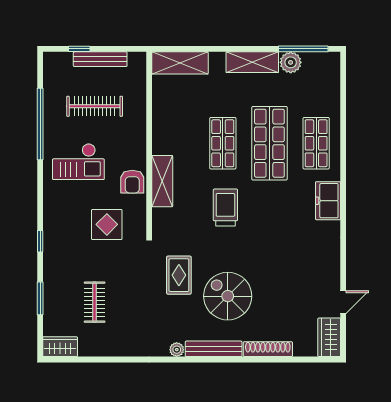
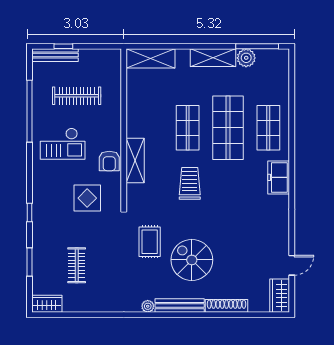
bench: (100, 59) -> (55, 55), moved

